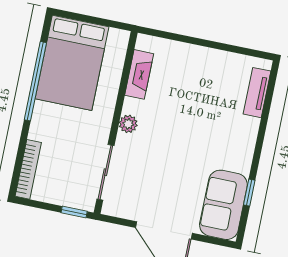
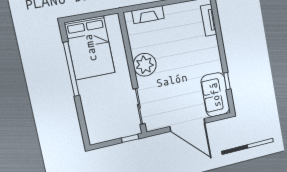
fireplace: (139, 74) -> (148, 15), moved, turned 90
plant: (128, 124) -> (145, 65), width x1.88, depth x1.88
bookcase: (28, 169) -> (91, 126), removed

